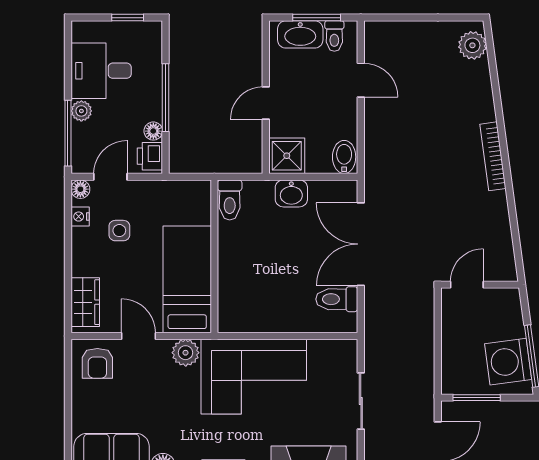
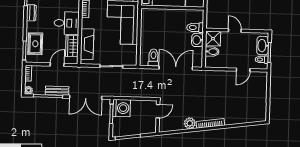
plant: (472, 45) -> (190, 123), moved
bidet: (344, 157) -> (212, 52), moved
toilet: (230, 200) -> (195, 28), moved
door: (467, 285) -> (158, 111), hinge flipped
washing machine: (508, 362) -> (121, 108), moved, turned 98

